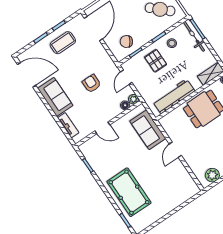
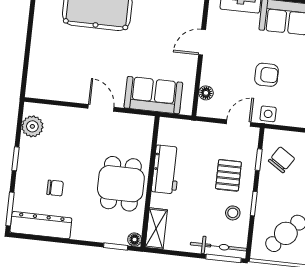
pallet: (156, 61) -> (228, 175), turned 90
side table: (110, 67) -> (268, 114), added
door: (126, 77) -> (239, 123), hinge flipped
workbench: (174, 96) -> (166, 169), width x0.73
plant: (133, 99) -> (205, 109), removed

